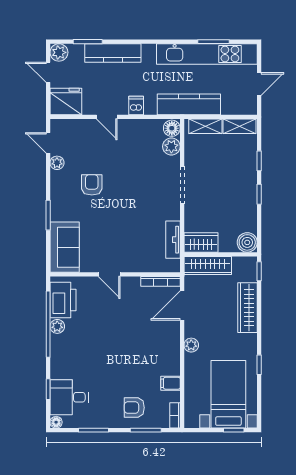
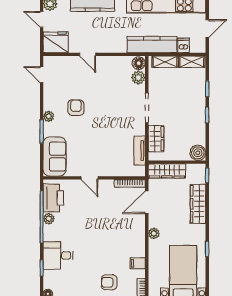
dishwasher: (136, 106) -> (184, 45), moved
plant: (57, 163) -> (49, 116), moved
wardrobe: (201, 242) -> (156, 139), moved, turned 90
desk: (69, 397) -> (58, 255), moved

